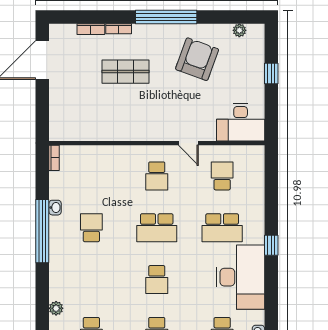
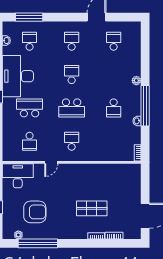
window: (166, 17) -> (38, 243), moved
armchair: (197, 59) -> (35, 212), moved, turned -110
door: (188, 143) -> (51, 162), swing flipped
school desk: (157, 228) -> (72, 108), turned 180
plant: (56, 308) -> (136, 81), moved

